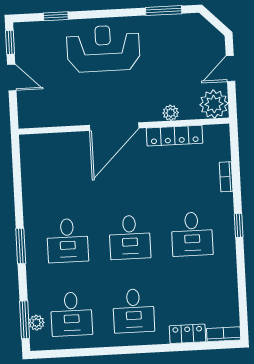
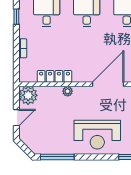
window: (164, 11) -> (57, 157), width x1.44
plant: (171, 113) -> (68, 91), moved
door: (114, 127) -> (108, 84), moved

